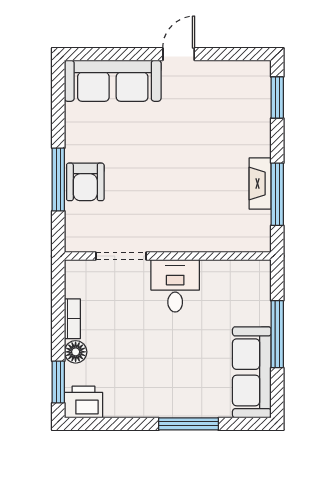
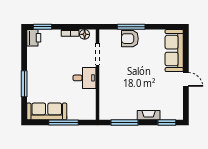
fireplace: (260, 184) -> (149, 115), moved
floor lamp: (76, 352) -> (85, 34), moved

